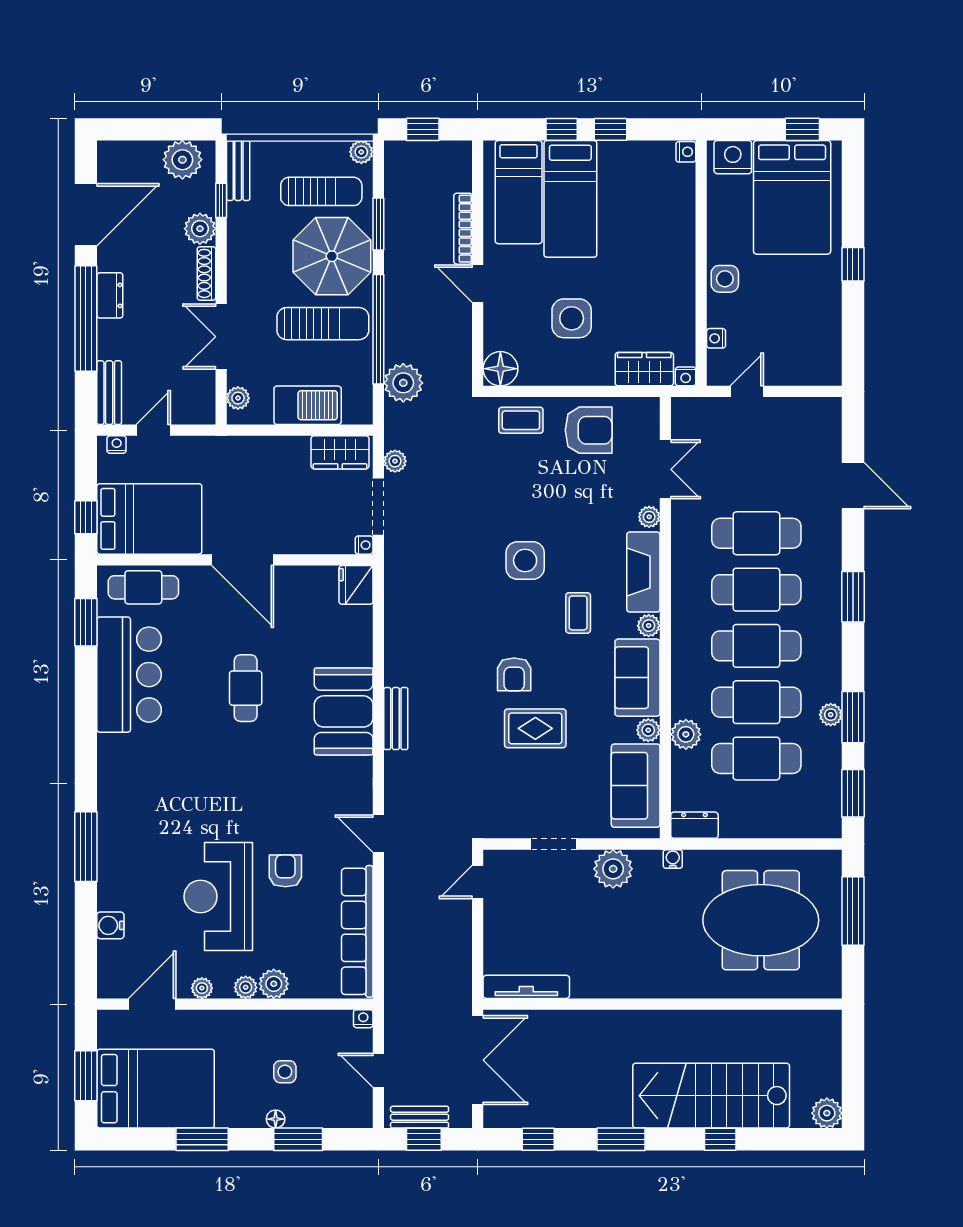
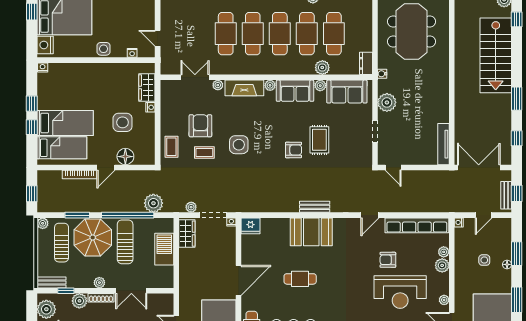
floor lamp: (500, 369) -> (125, 157), moved
nightstand: (686, 376) -> (150, 107), moved
plant: (238, 398) -> (99, 283), moved
armchair: (589, 430) -> (200, 126), moved
coffee table: (578, 613) -> (204, 152), moved
plant: (246, 987) -> (444, 252), moved
window: (720, 1139) -> (517, 19), moved

